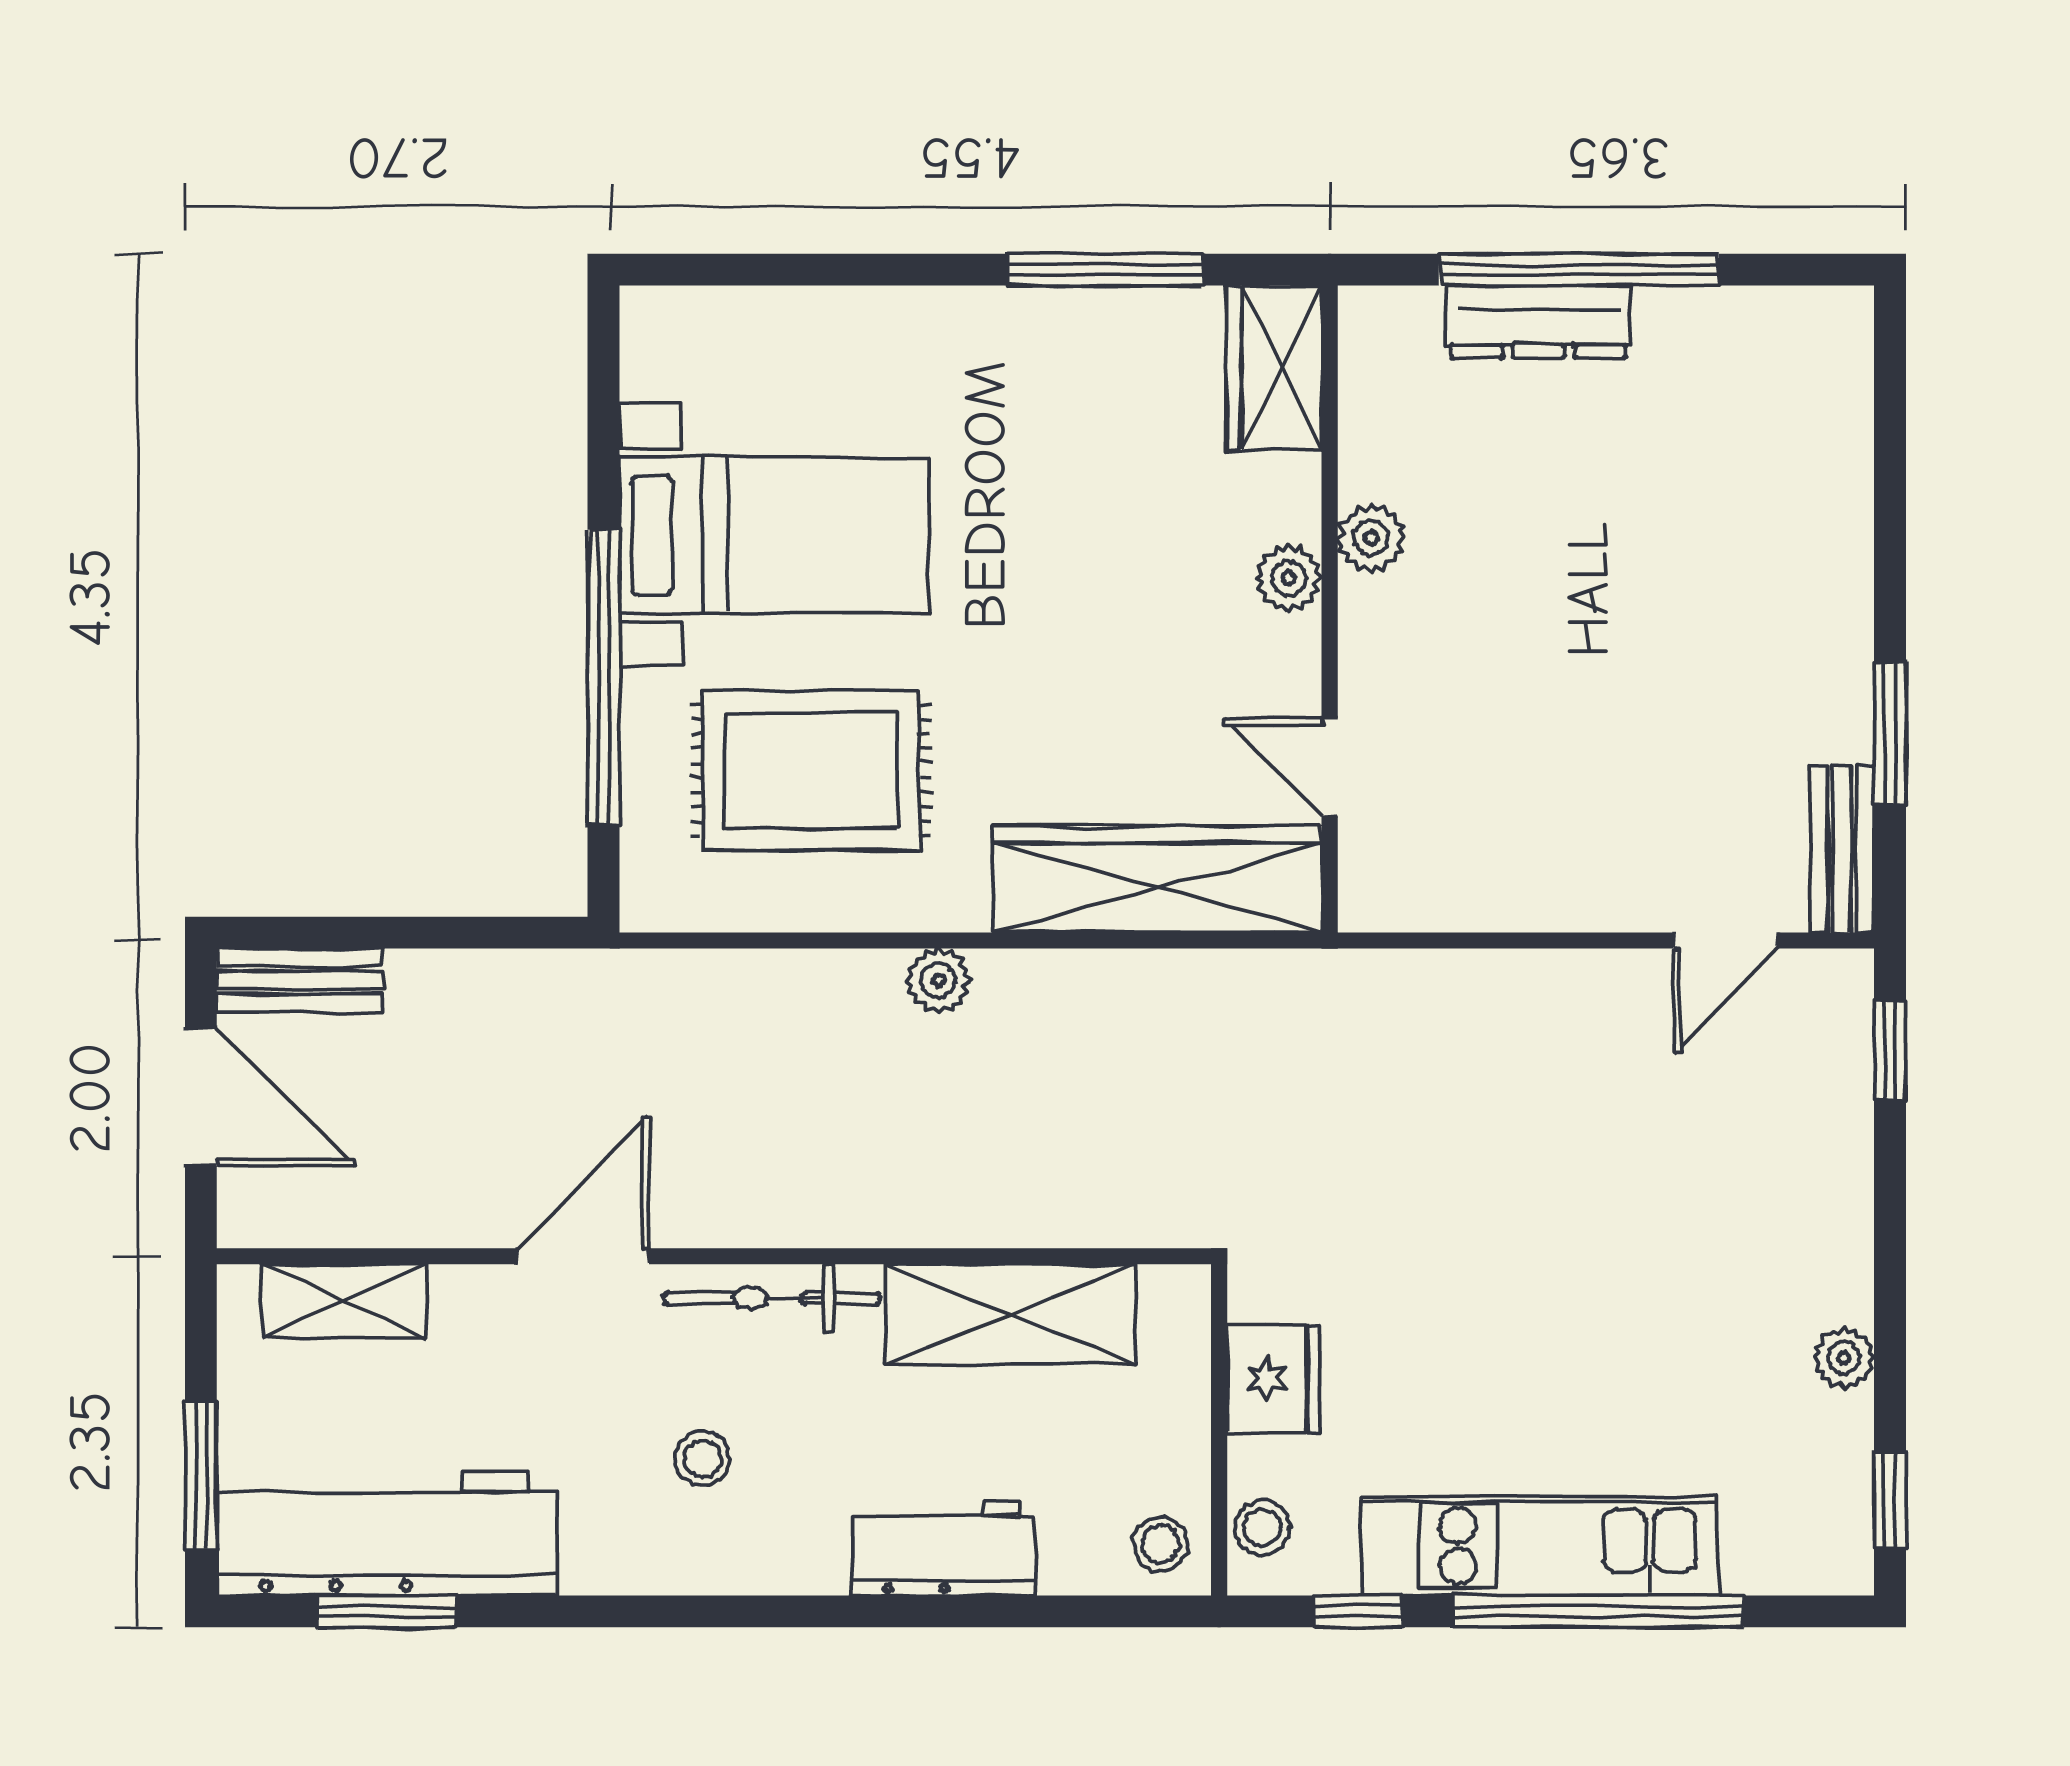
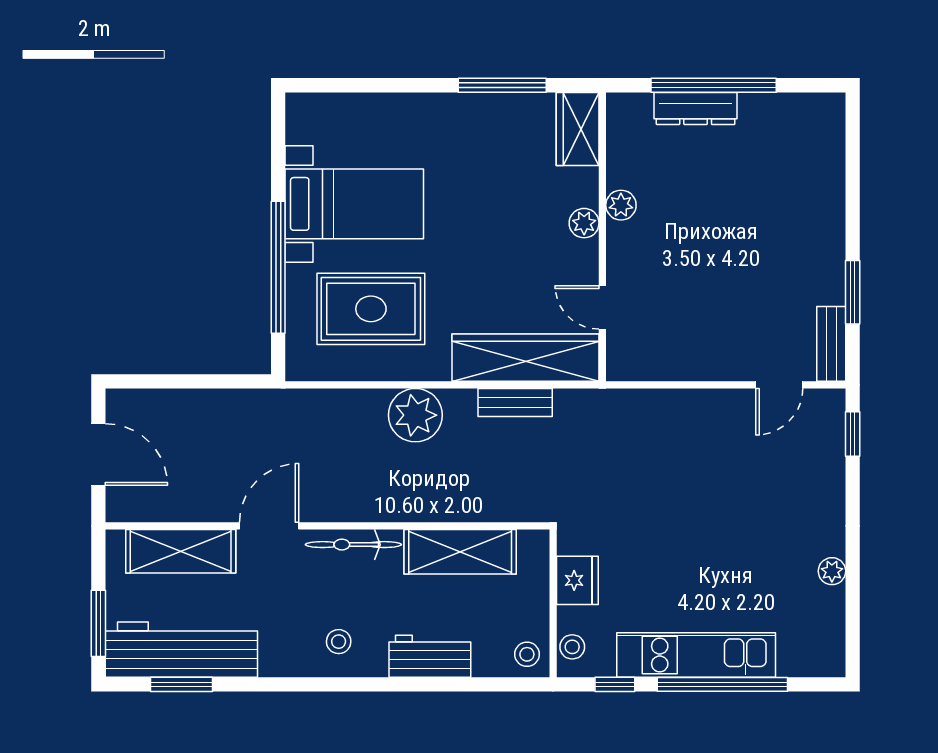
bench: (300, 980) -> (515, 402), moved
plant: (939, 980) -> (415, 415), width x1.87, depth x1.87
shelving: (344, 1301) -> (181, 551), width x1.50, depth x1.33
stool: (703, 1458) -> (339, 642), moved
window: (1890, 1500) -> (853, 635), removed

